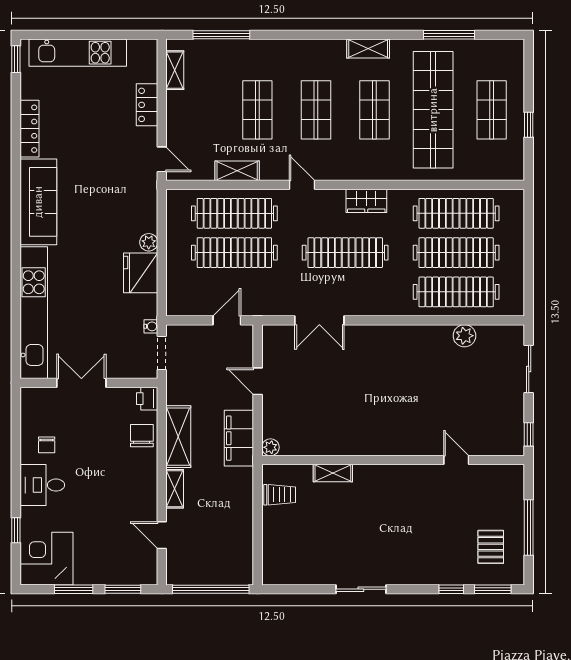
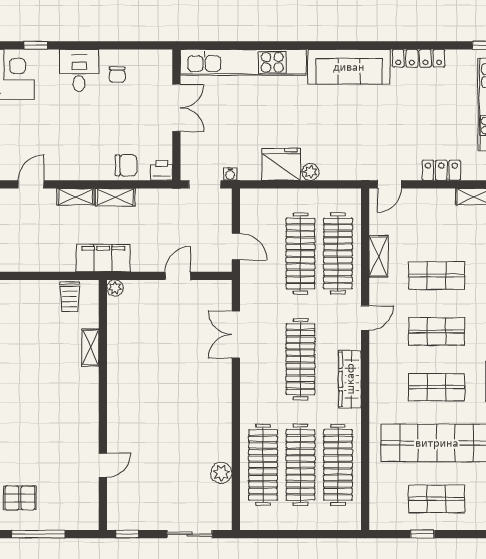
wardrobe: (366, 201) -> (350, 379), width x1.50
shelving: (178, 437) -> (115, 197), width x0.67, depth x0.75
filing cabinet: (239, 438) -> (103, 258), moved
chair: (47, 445) -> (117, 75), turned -90

